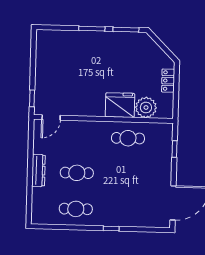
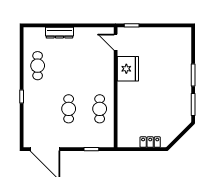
fridge: (120, 105) -> (128, 69), moved
plant: (146, 107) -> (127, 124), removed
dresser: (38, 170) -> (59, 33), moved
cafe table: (77, 173) -> (69, 109), moved

